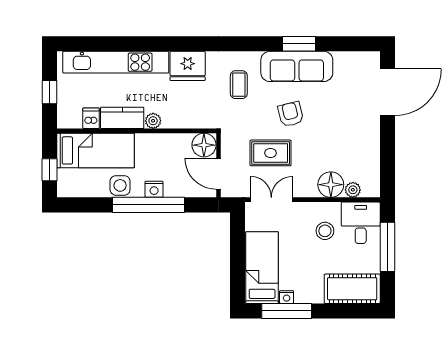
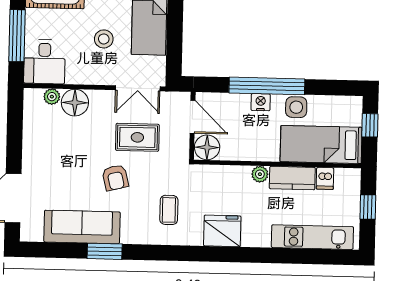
kitchen unit: (116, 62) -> (312, 237), width x0.73
sofa: (297, 66) -> (82, 227), moved
stool: (325, 231) -> (104, 39), moved

